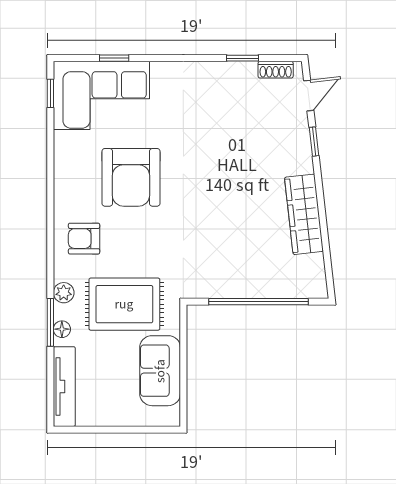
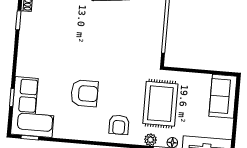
armchair: (131, 177) -> (84, 93), width x0.73, depth x0.73
sofa: (160, 371) -> (223, 96), moved, turned 90

